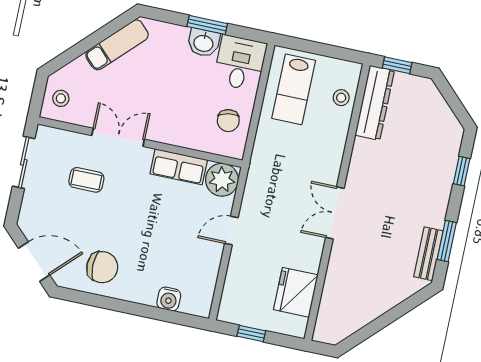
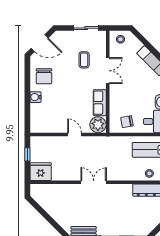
door: (34, 262) -> (40, 43), hinge flipped
fridge: (296, 292) -> (41, 172), moved
water cooler: (169, 299) -> (35, 97), moved

